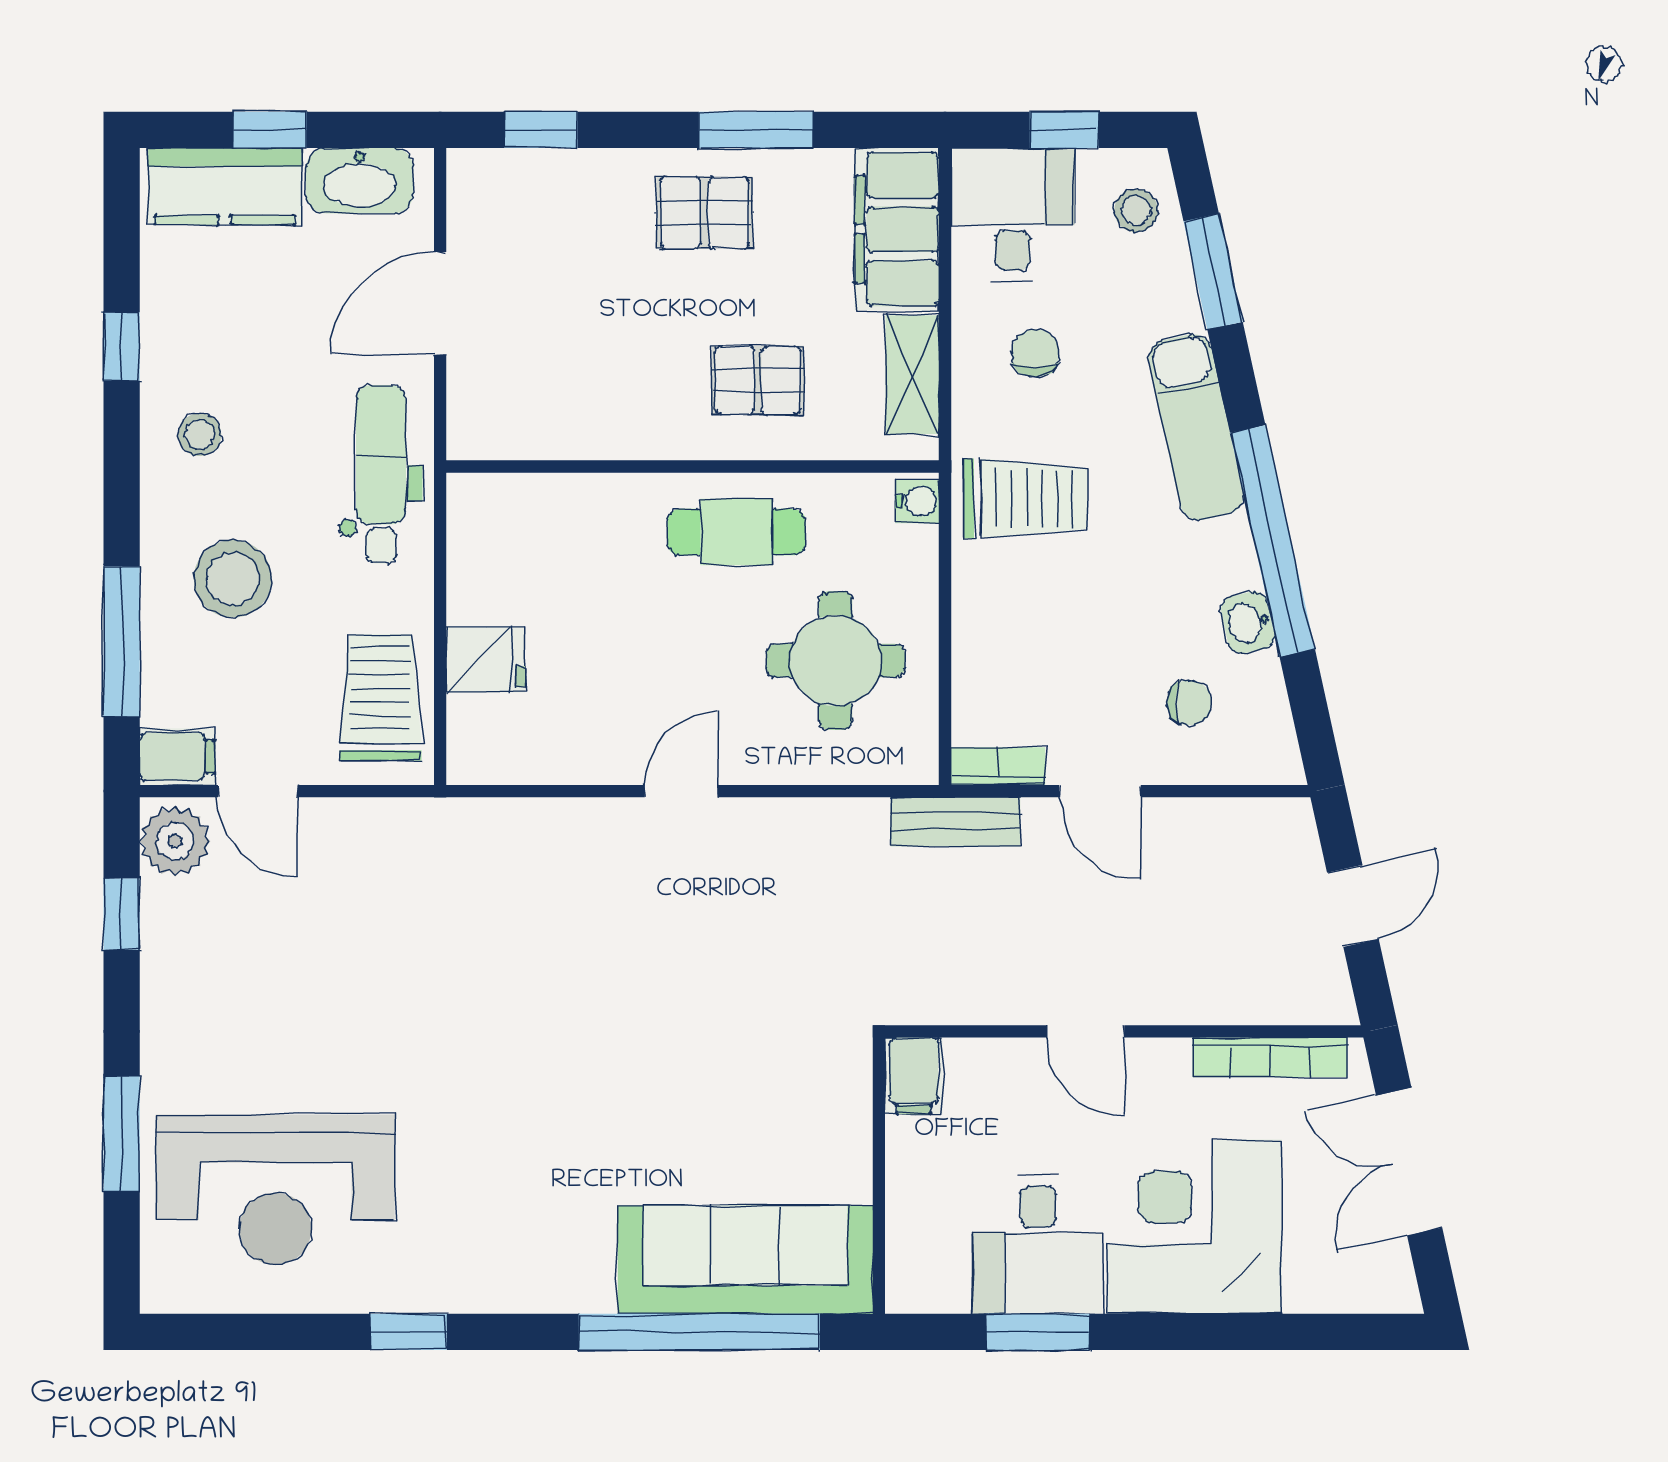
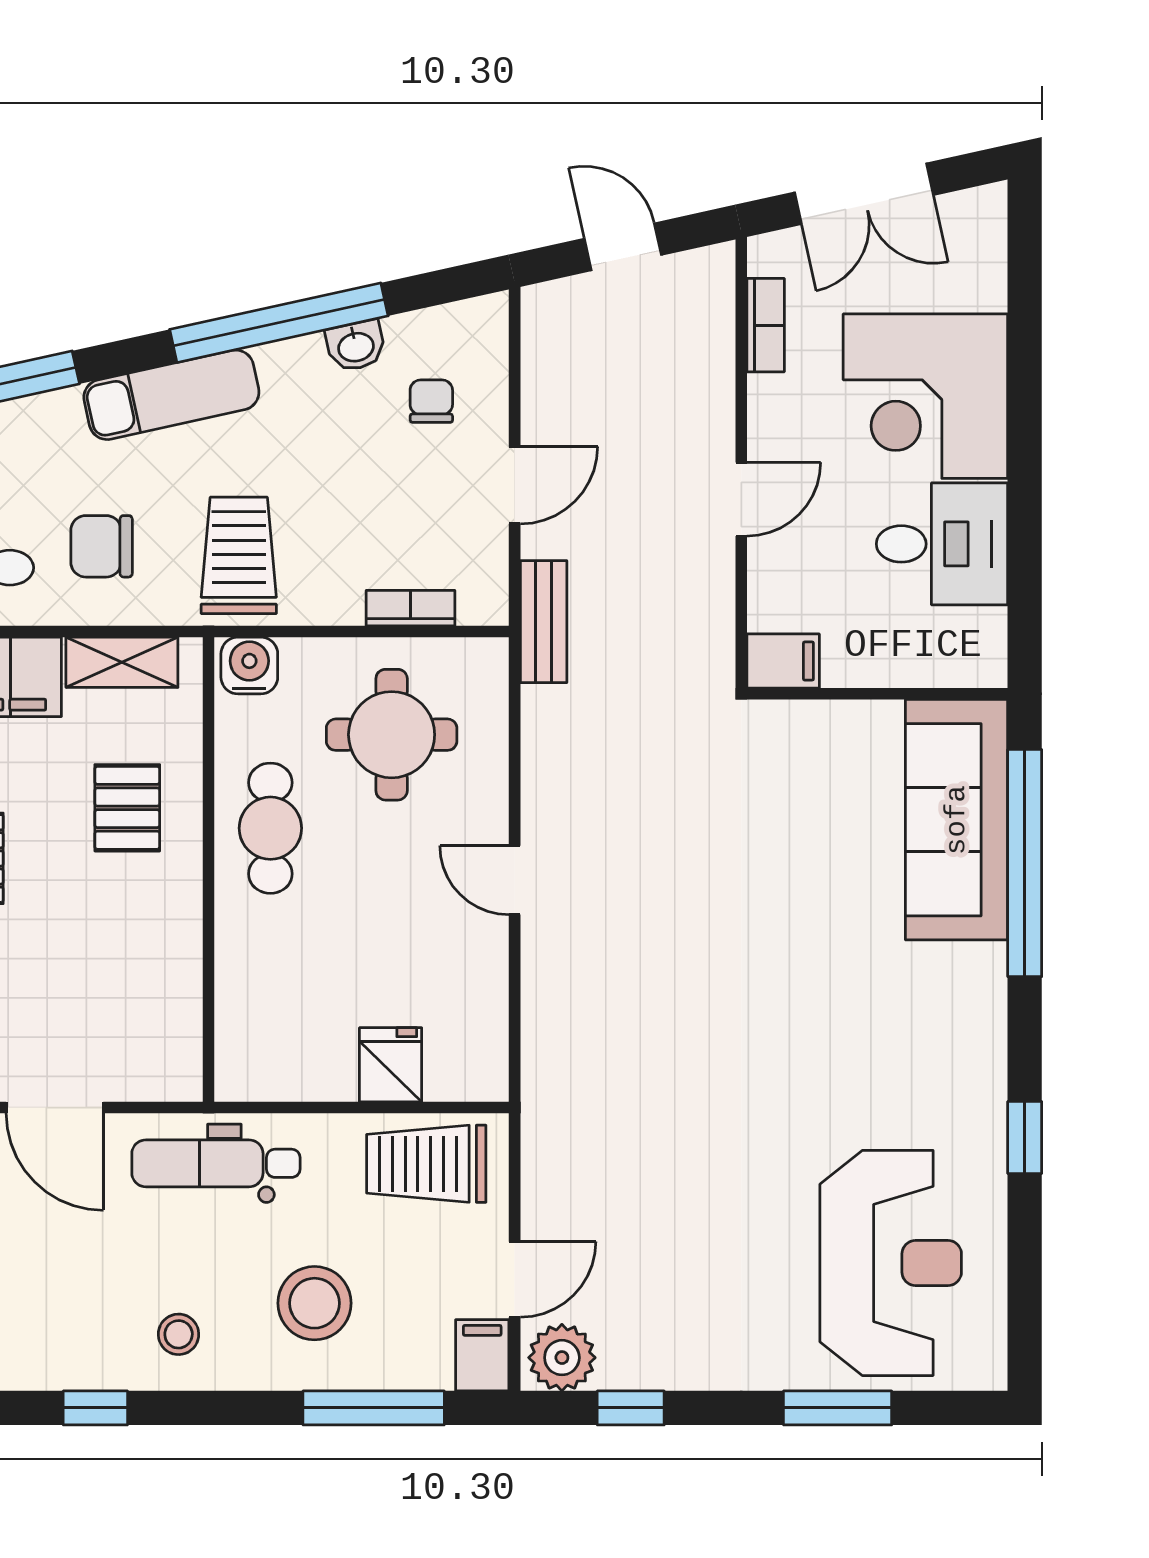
chair: (1035, 353) -> (102, 546), width x1.37, depth x1.37
water cooler: (917, 501) -> (249, 666), width x1.38, depth x1.38
bookcase: (998, 766) -> (411, 608), moved, turned 90
bookcase: (1270, 1057) -> (766, 325), width x0.64
window: (1038, 1332) -> (1025, 544), removed

